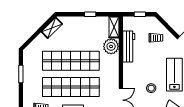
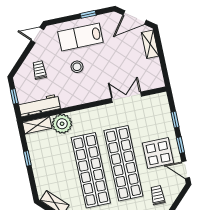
workbench: (129, 46) -> (39, 105), moved
stool: (151, 88) -> (77, 67), moved

